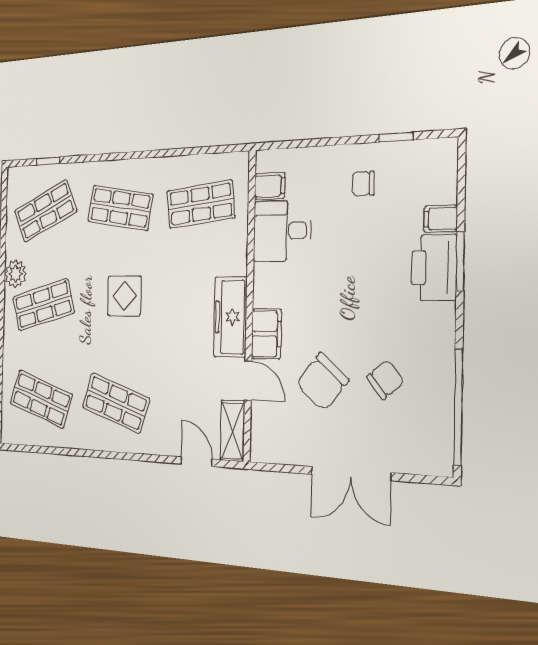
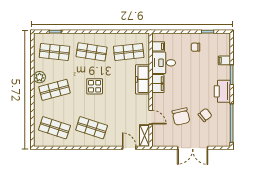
shop shelf: (45, 211) -> (54, 52), turned 30
printer: (434, 268) -> (222, 91), moved
freezer: (230, 317) -> (143, 79), moved
filing cabinet: (266, 334) -> (158, 84), moved
chair: (322, 382) -> (181, 116), turned -53

